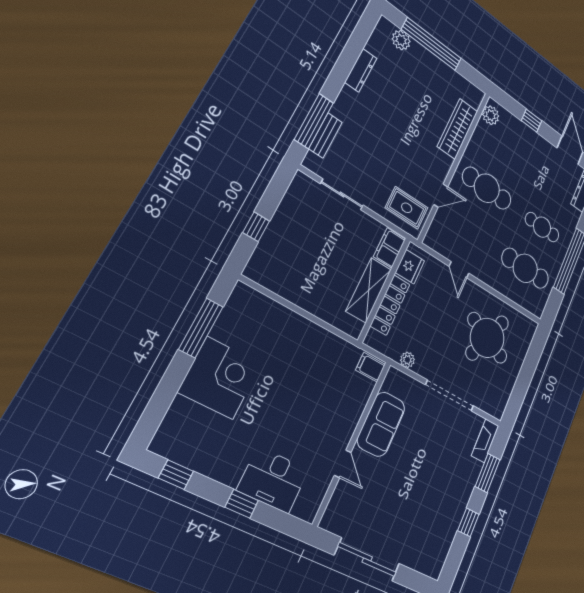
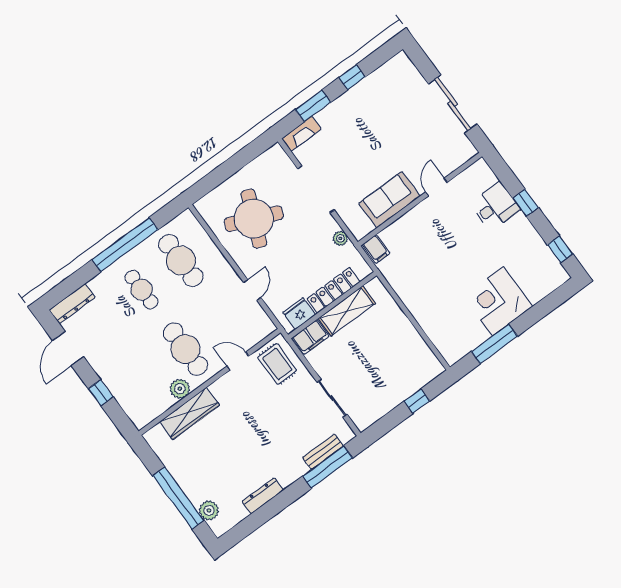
plant: (491, 115) -> (180, 389), moved
desk: (273, 480) -> (495, 206), width x0.73

